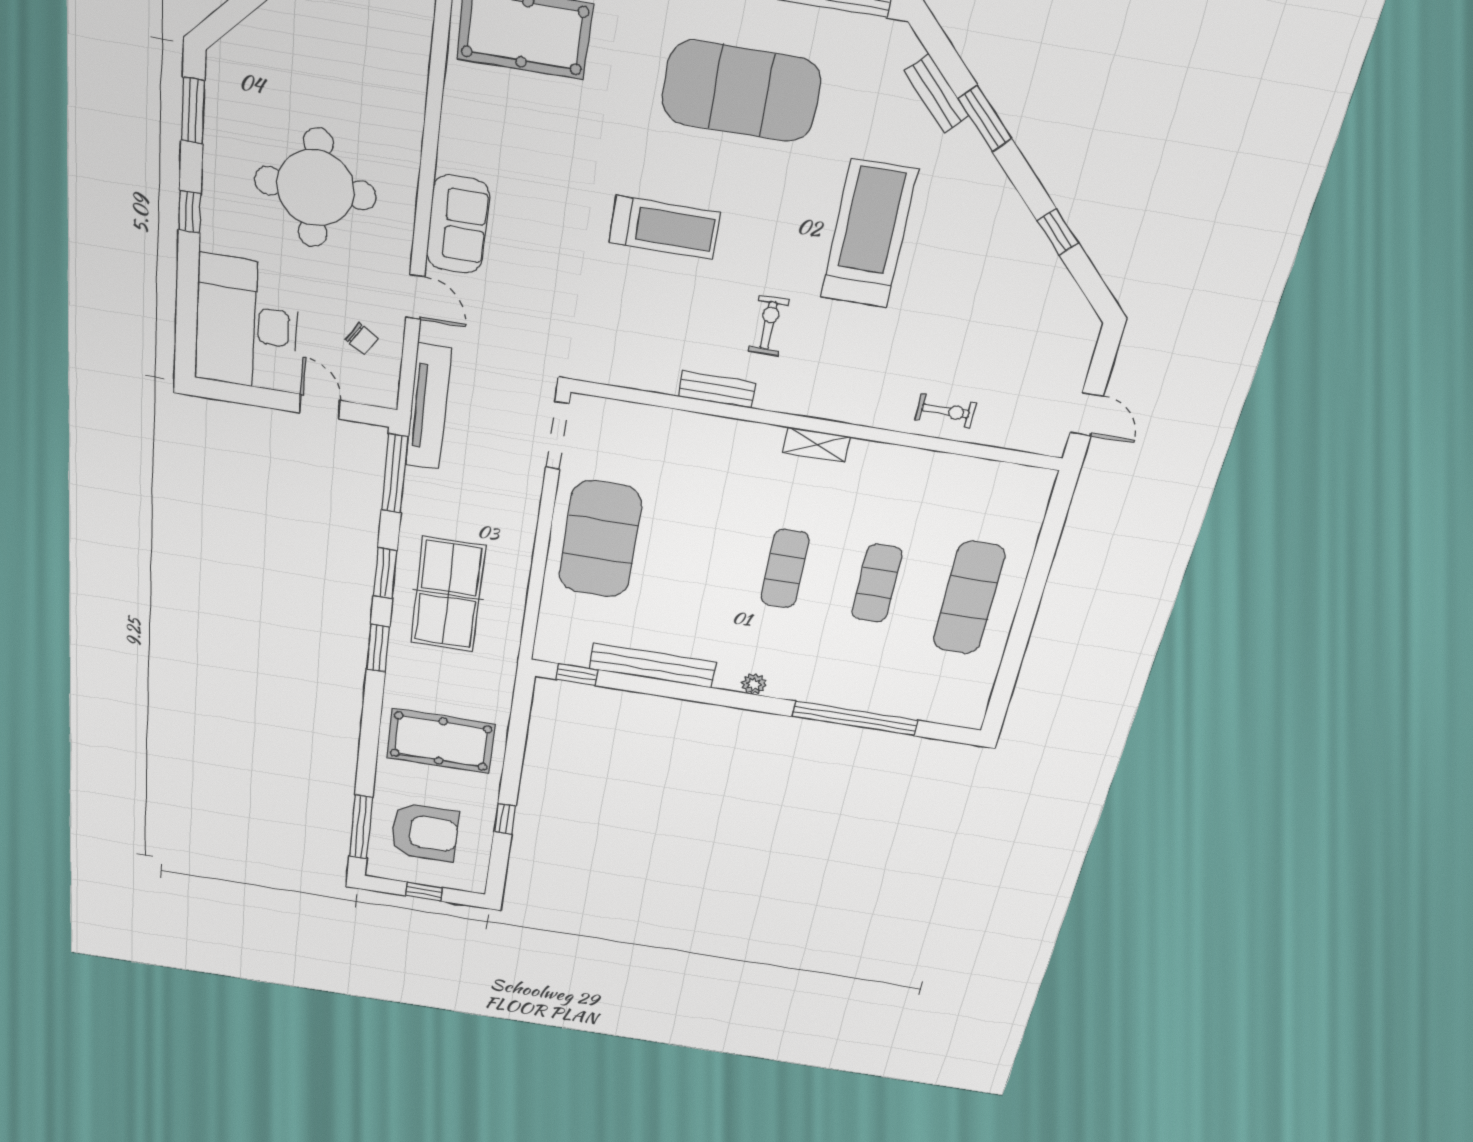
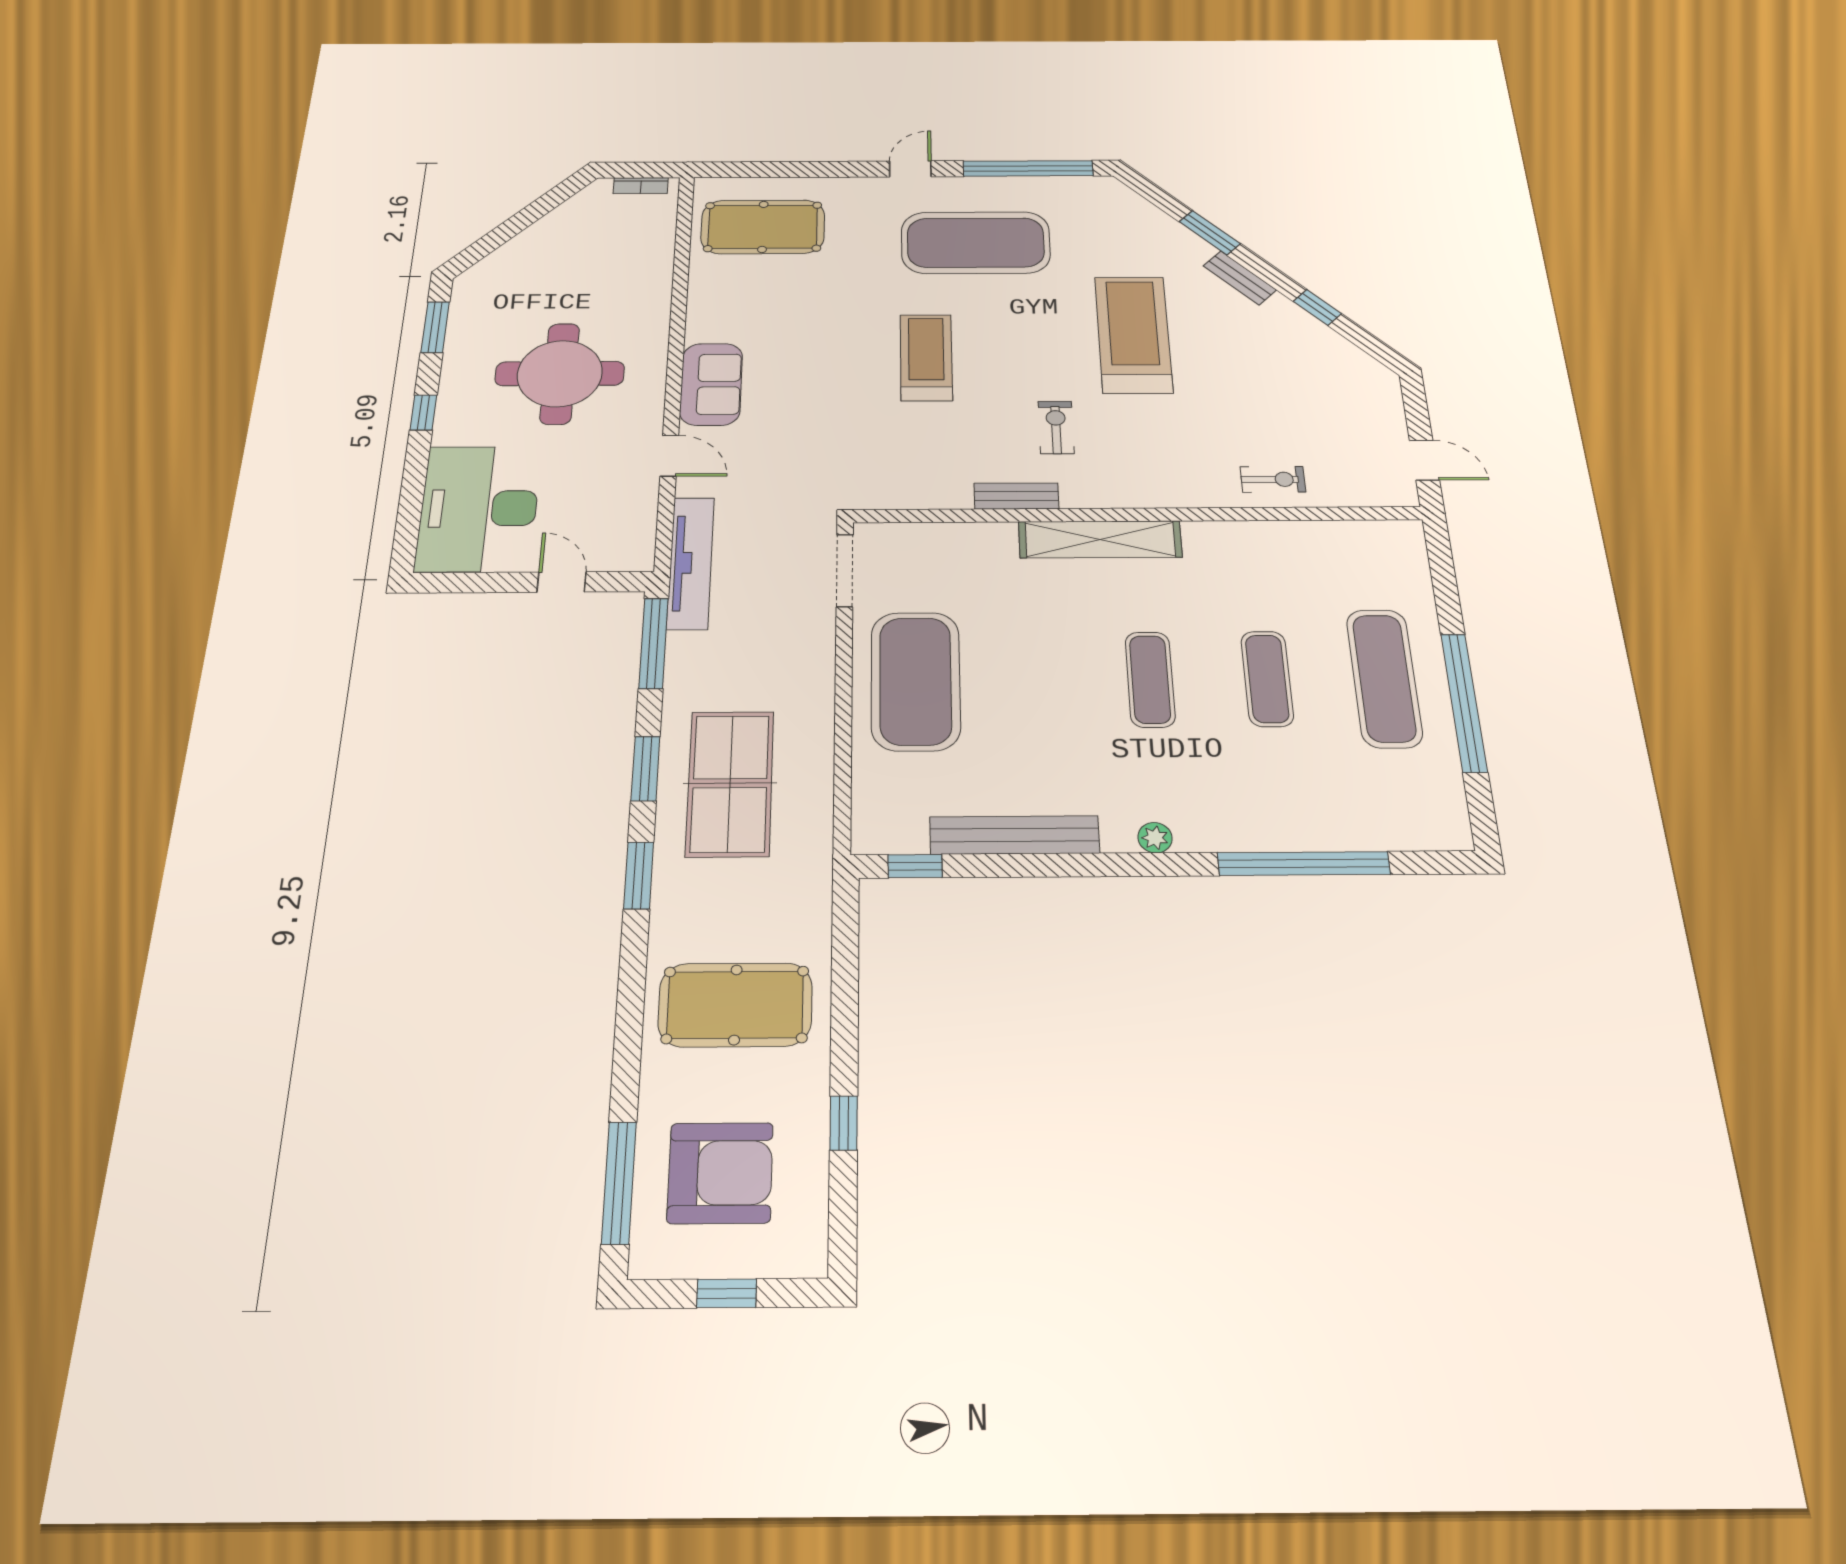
bench: (937, 94) -> (1240, 278), moved
treadmill: (665, 228) -> (926, 357), turned -90
chair: (361, 339) -> (610, 504), removed
shelving: (817, 445) -> (1100, 539), width x2.20, depth x1.33
window: (1022, 627) -> (1464, 702), added

